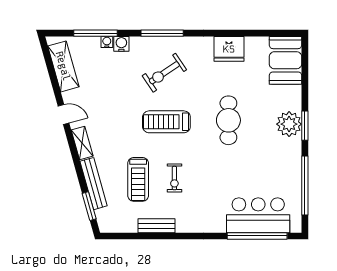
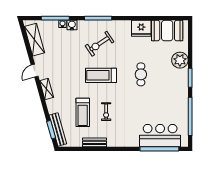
booth: (285, 60) -> (167, 31), moved, turned 90
door: (64, 115) -> (35, 71), swing flipped
cafe table: (228, 120) -> (141, 74), width x0.73, depth x0.74
plant: (289, 124) -> (180, 60), moved
bench: (94, 184) -> (58, 129), moved

